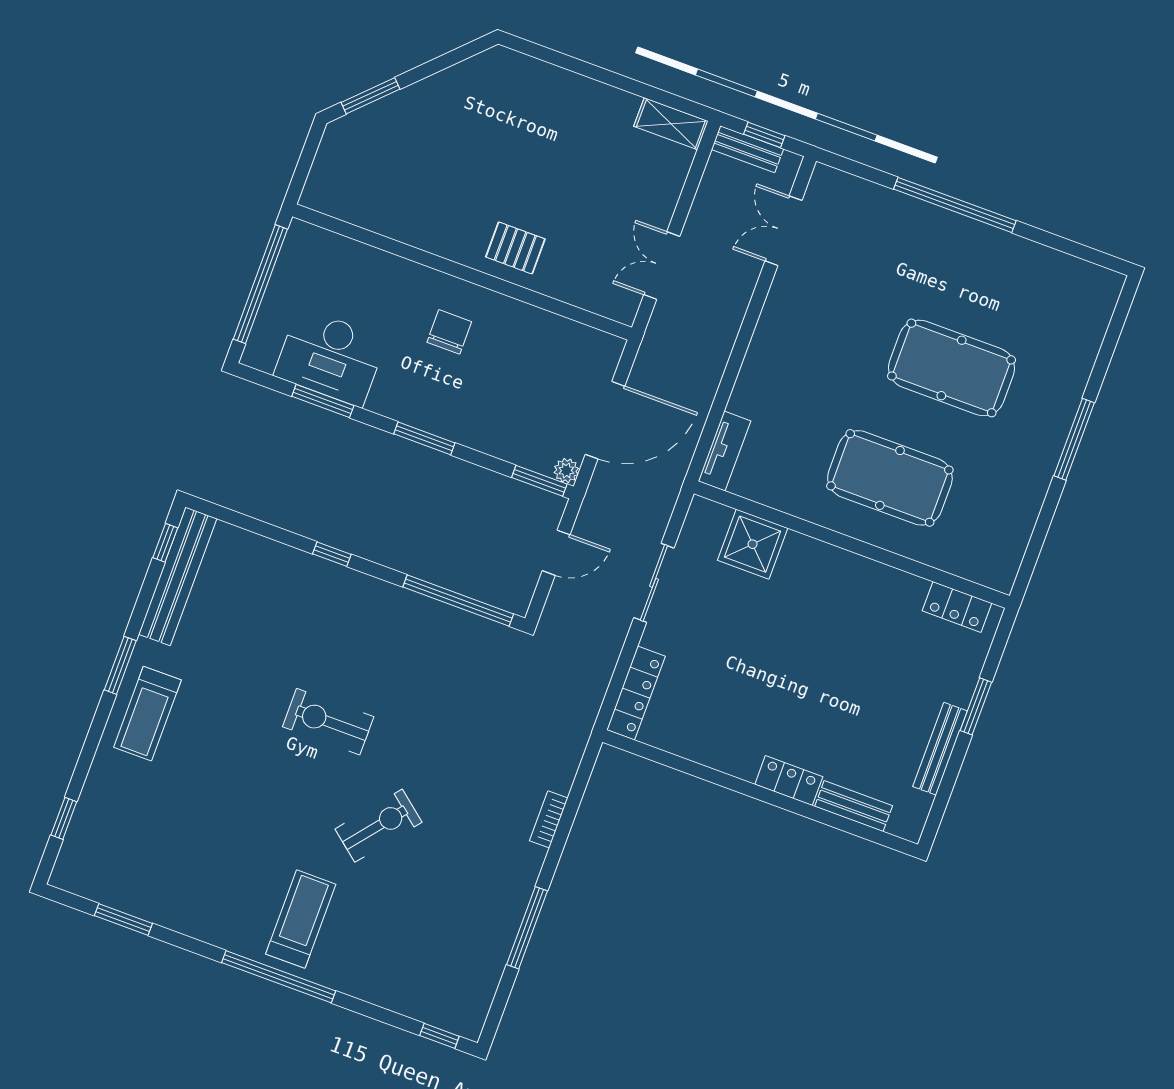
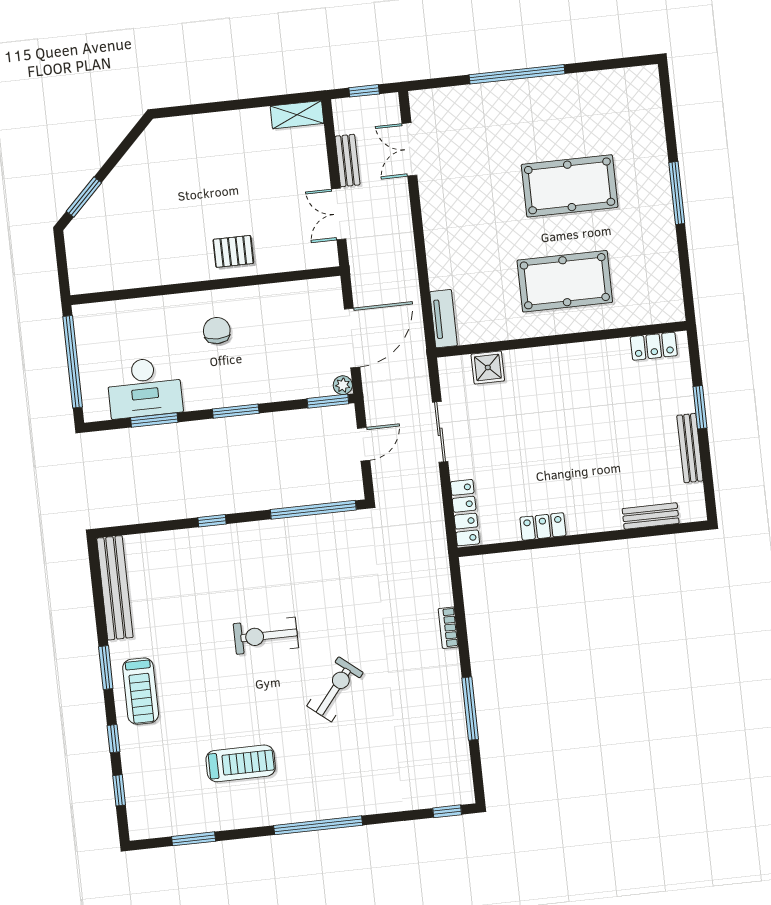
bench: (747, 149) -> (347, 161), moved, turned 90
window: (165, 543) -> (114, 739), moved
shower: (753, 544) -> (488, 367), width x0.73, depth x0.73
locker: (789, 781) -> (543, 526), moved
treadmill: (301, 919) -> (241, 763), moved, turned 90

